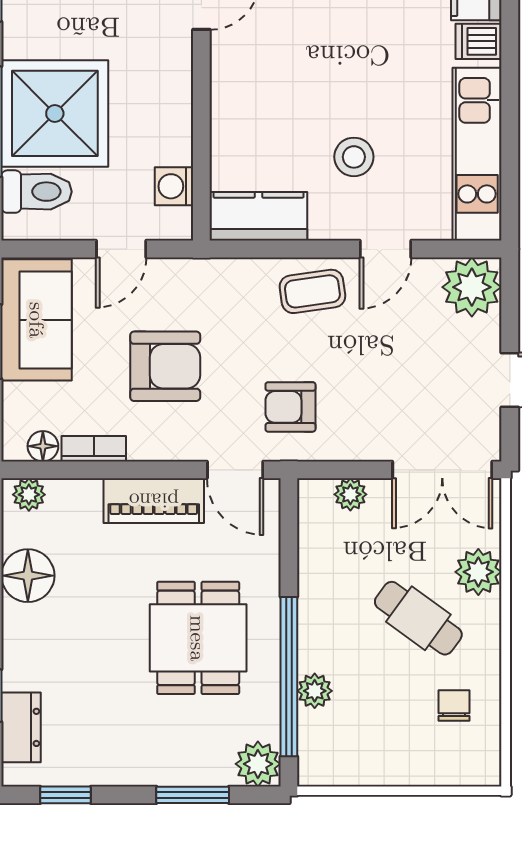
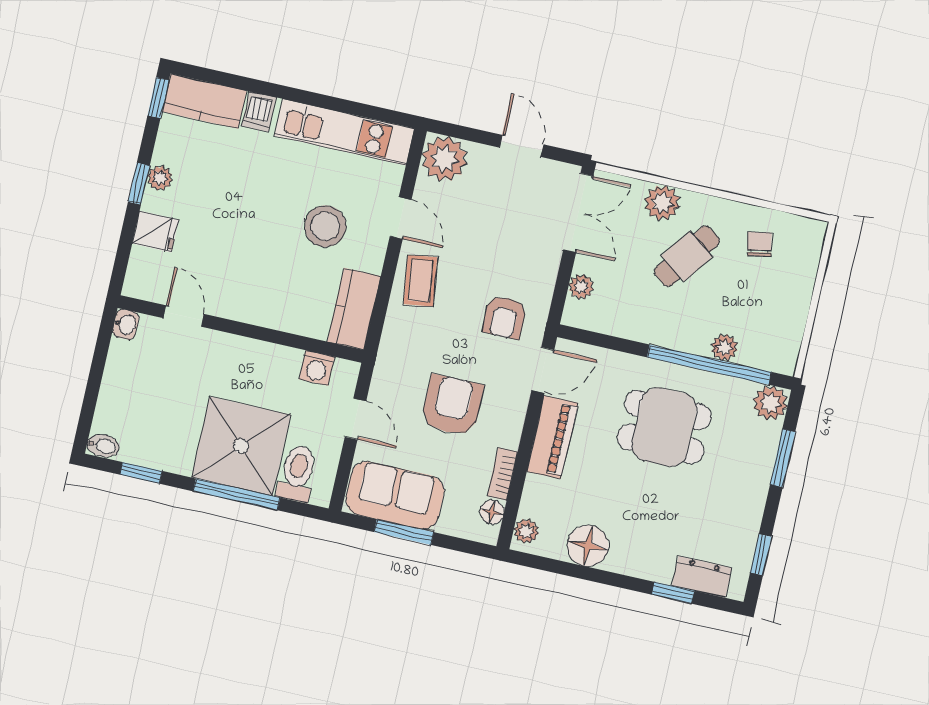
stool: (354, 157) -> (325, 226), width x1.38, depth x1.38
chair: (454, 706) -> (759, 244), turned 79

